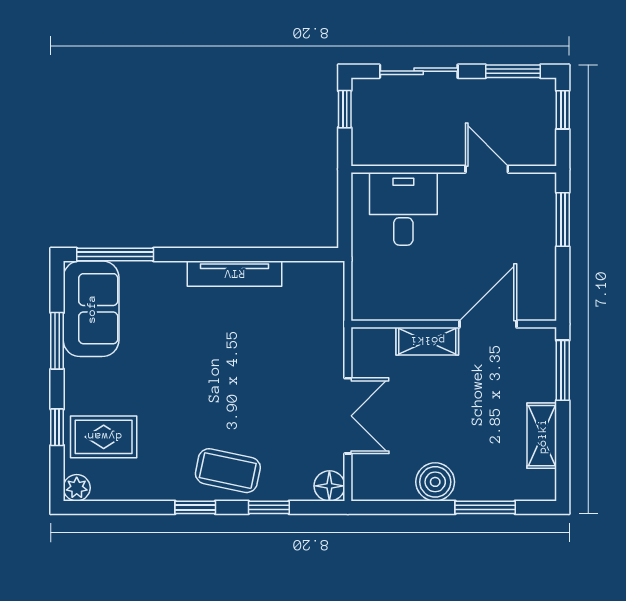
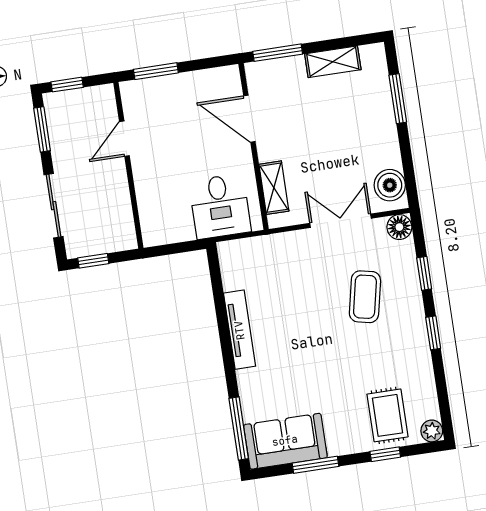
desk: (403, 209) -> (220, 206), moved, turned -90
shelving: (427, 341) -> (274, 188), moved
coffee table: (228, 471) -> (365, 297), moved
boiler: (435, 482) -> (390, 185), moved

